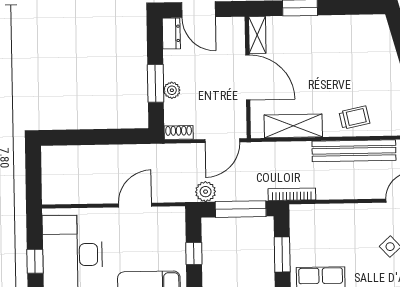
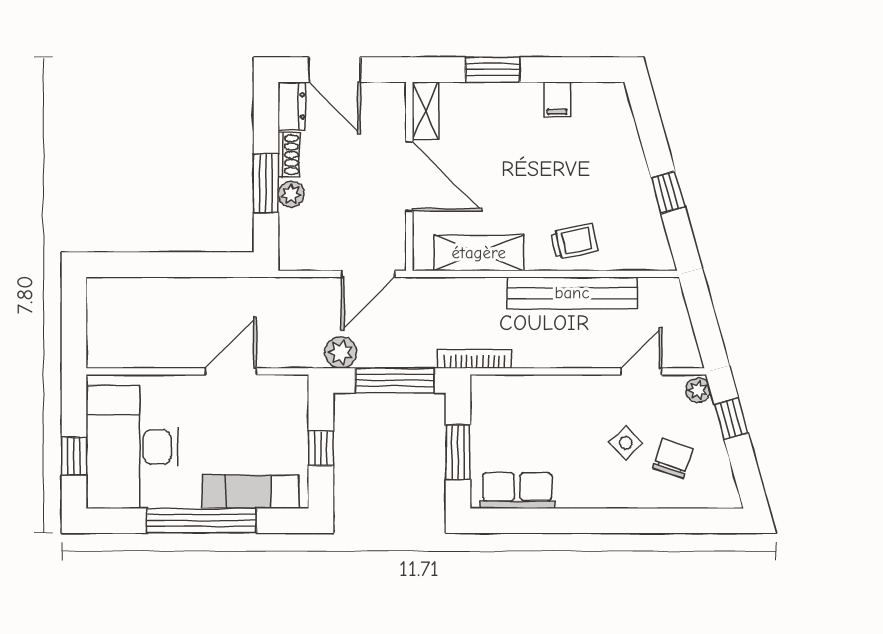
filing cabinet: (342, 26) -> (557, 99), added
shoe rack: (179, 133) -> (289, 155), moved, turned 90

